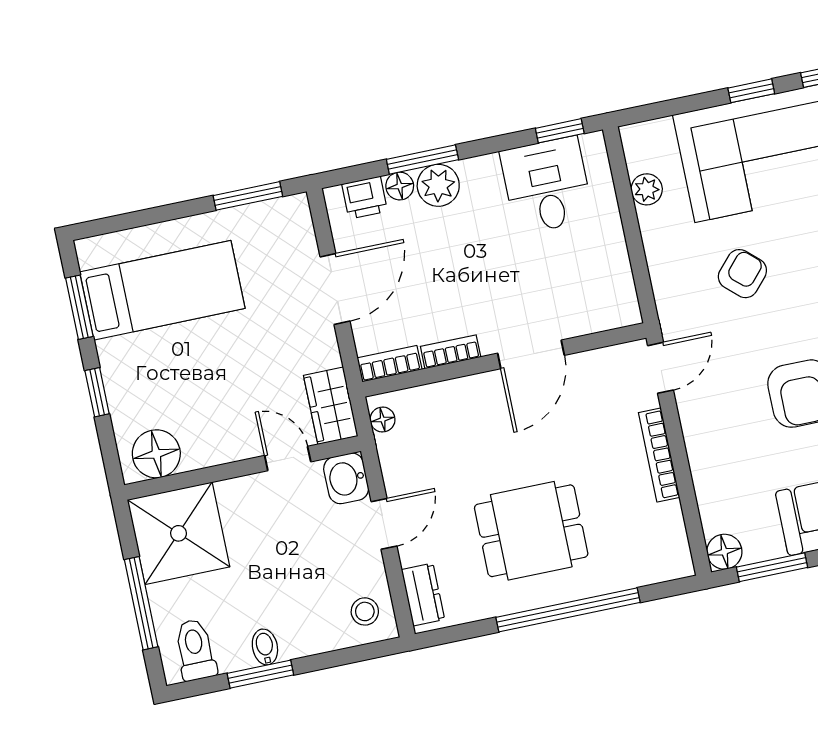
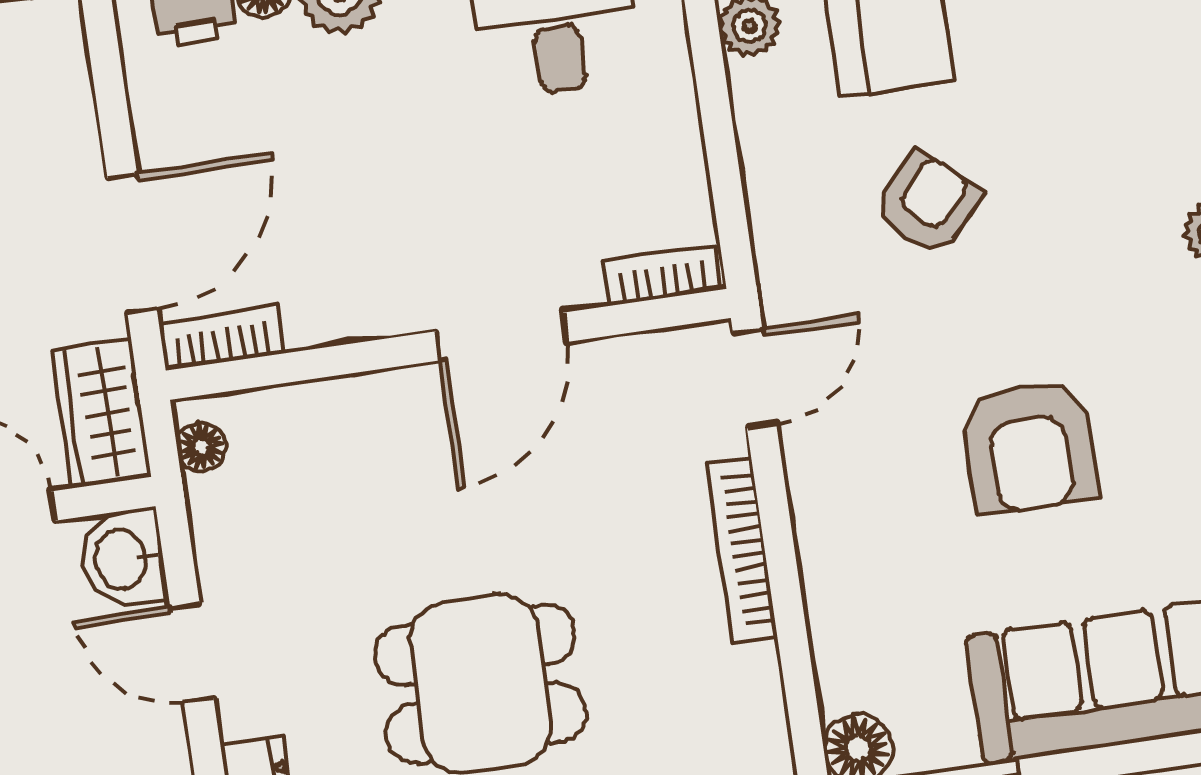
door: (335, 289) -> (132, 244), moved
bookcase: (451, 352) -> (662, 275), moved
door: (384, 524) -> (192, 653), swing flipped

